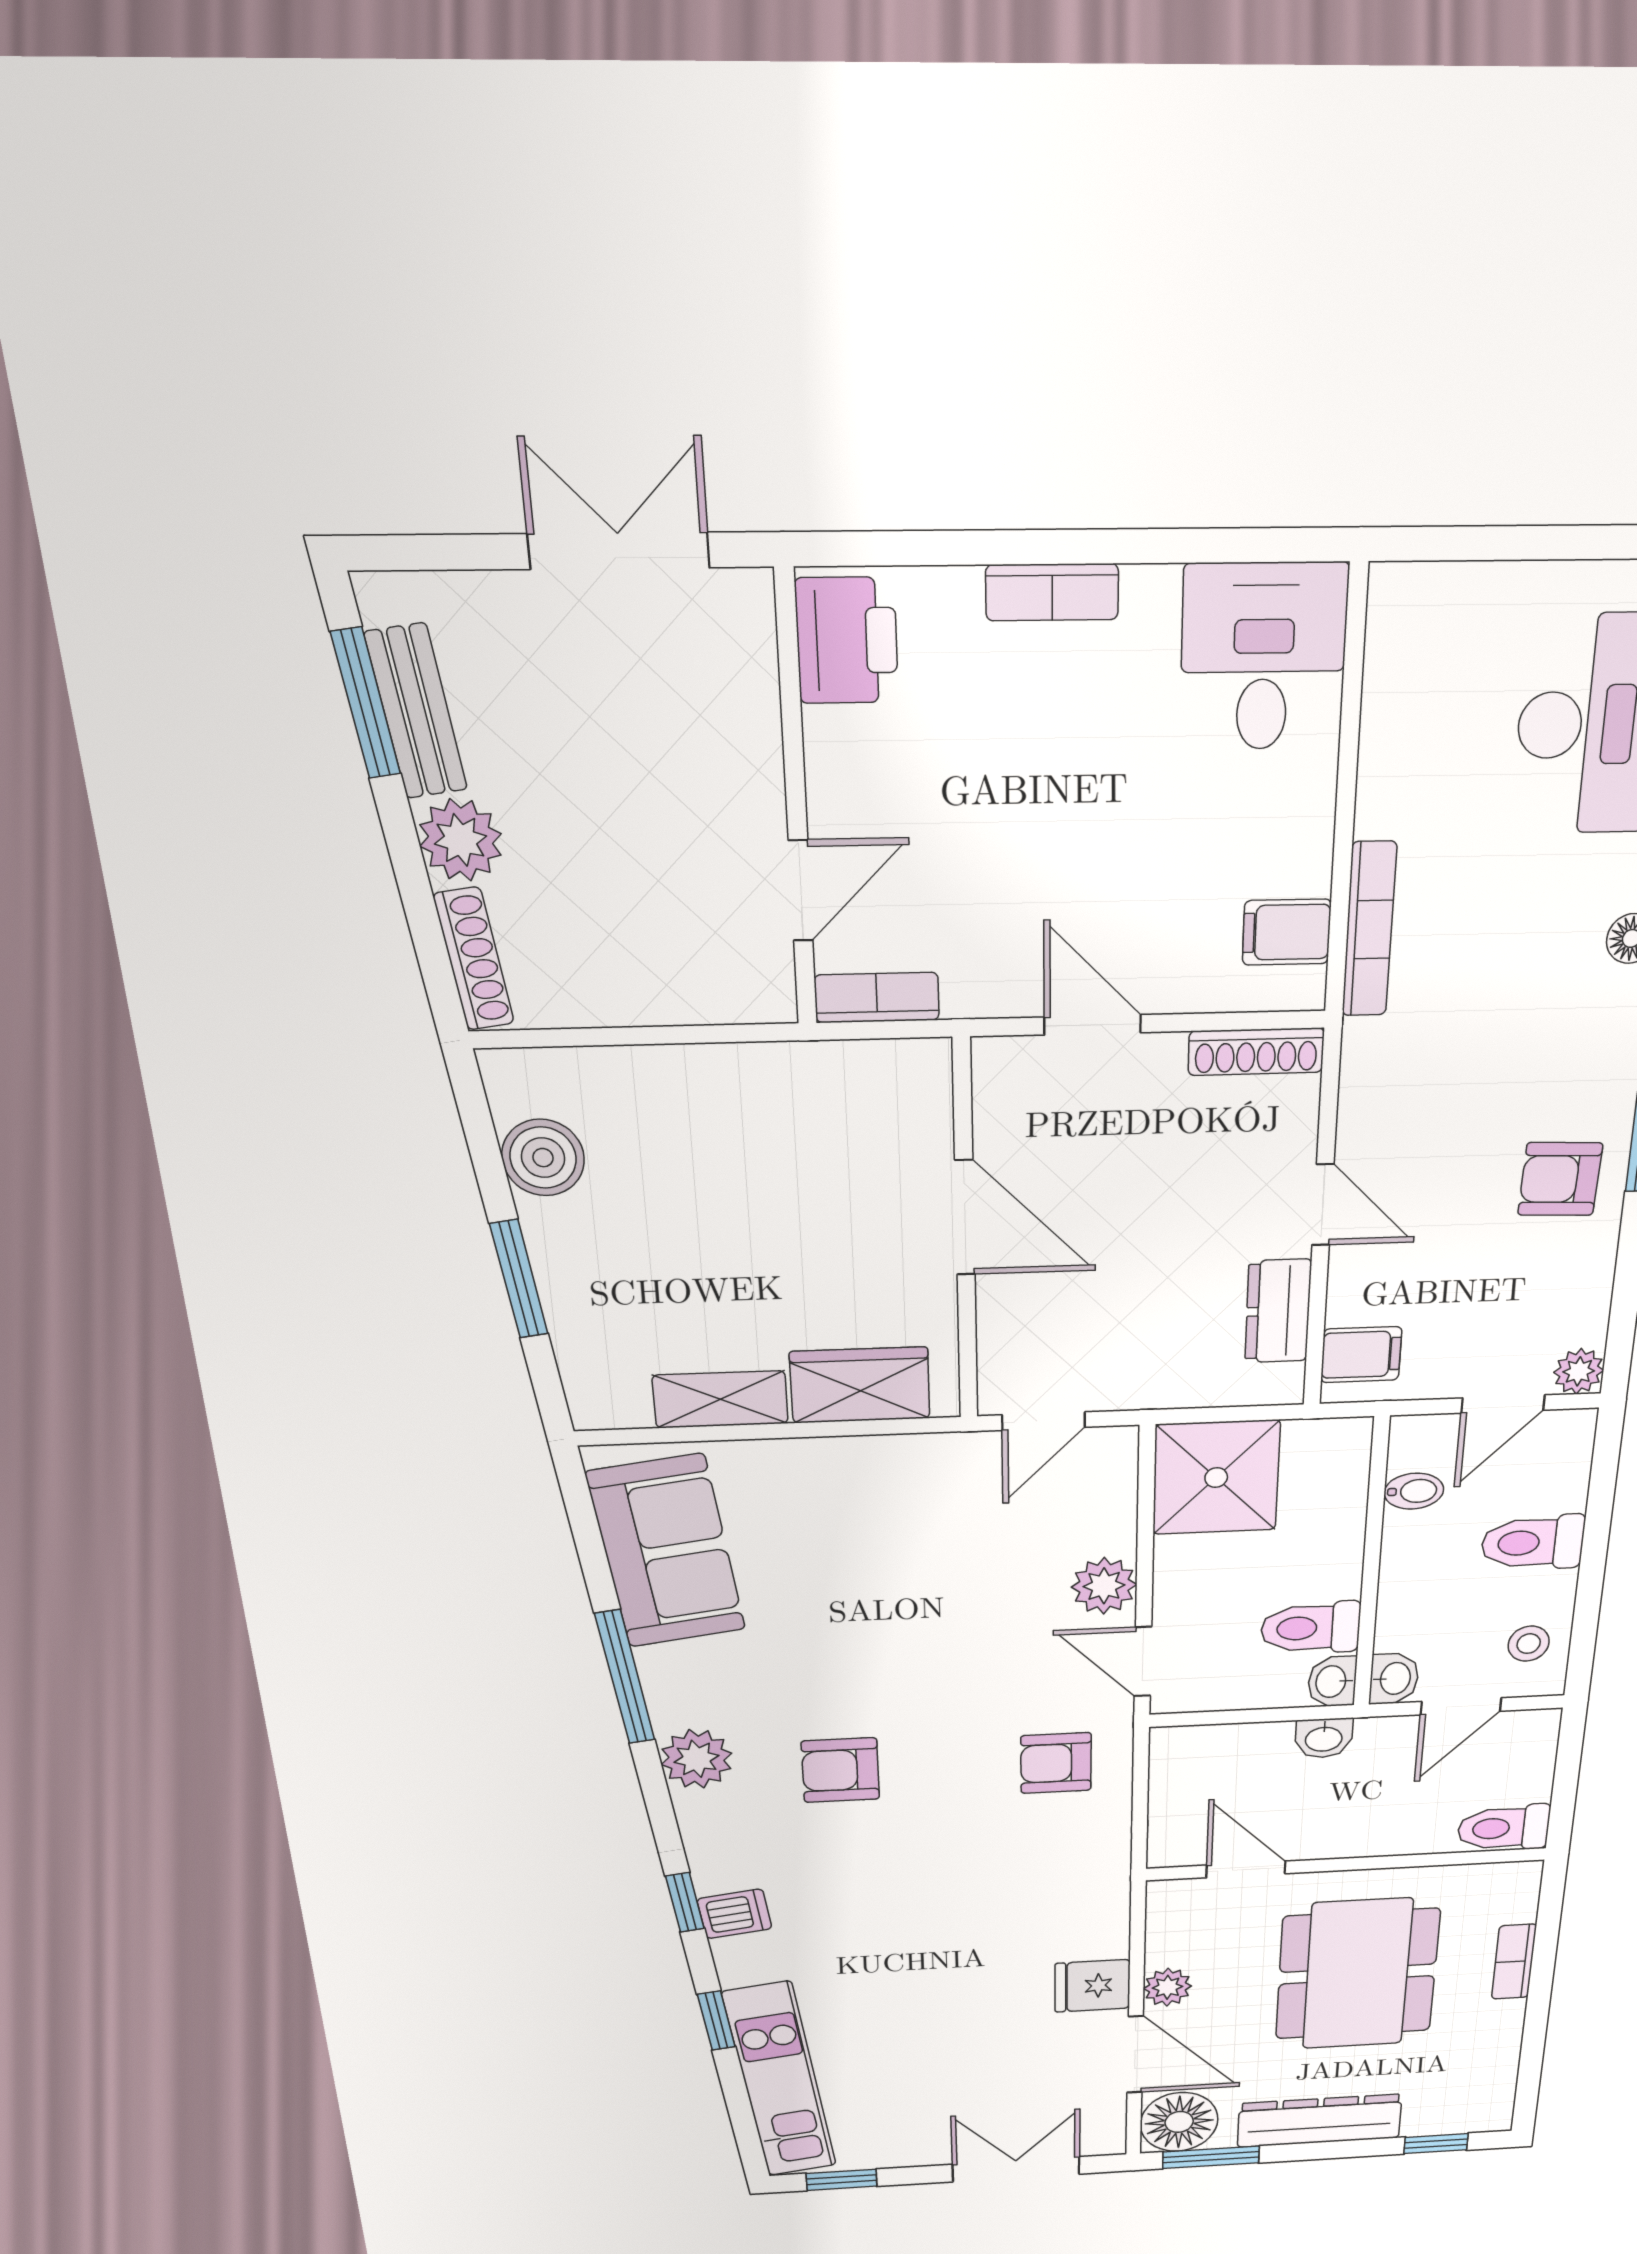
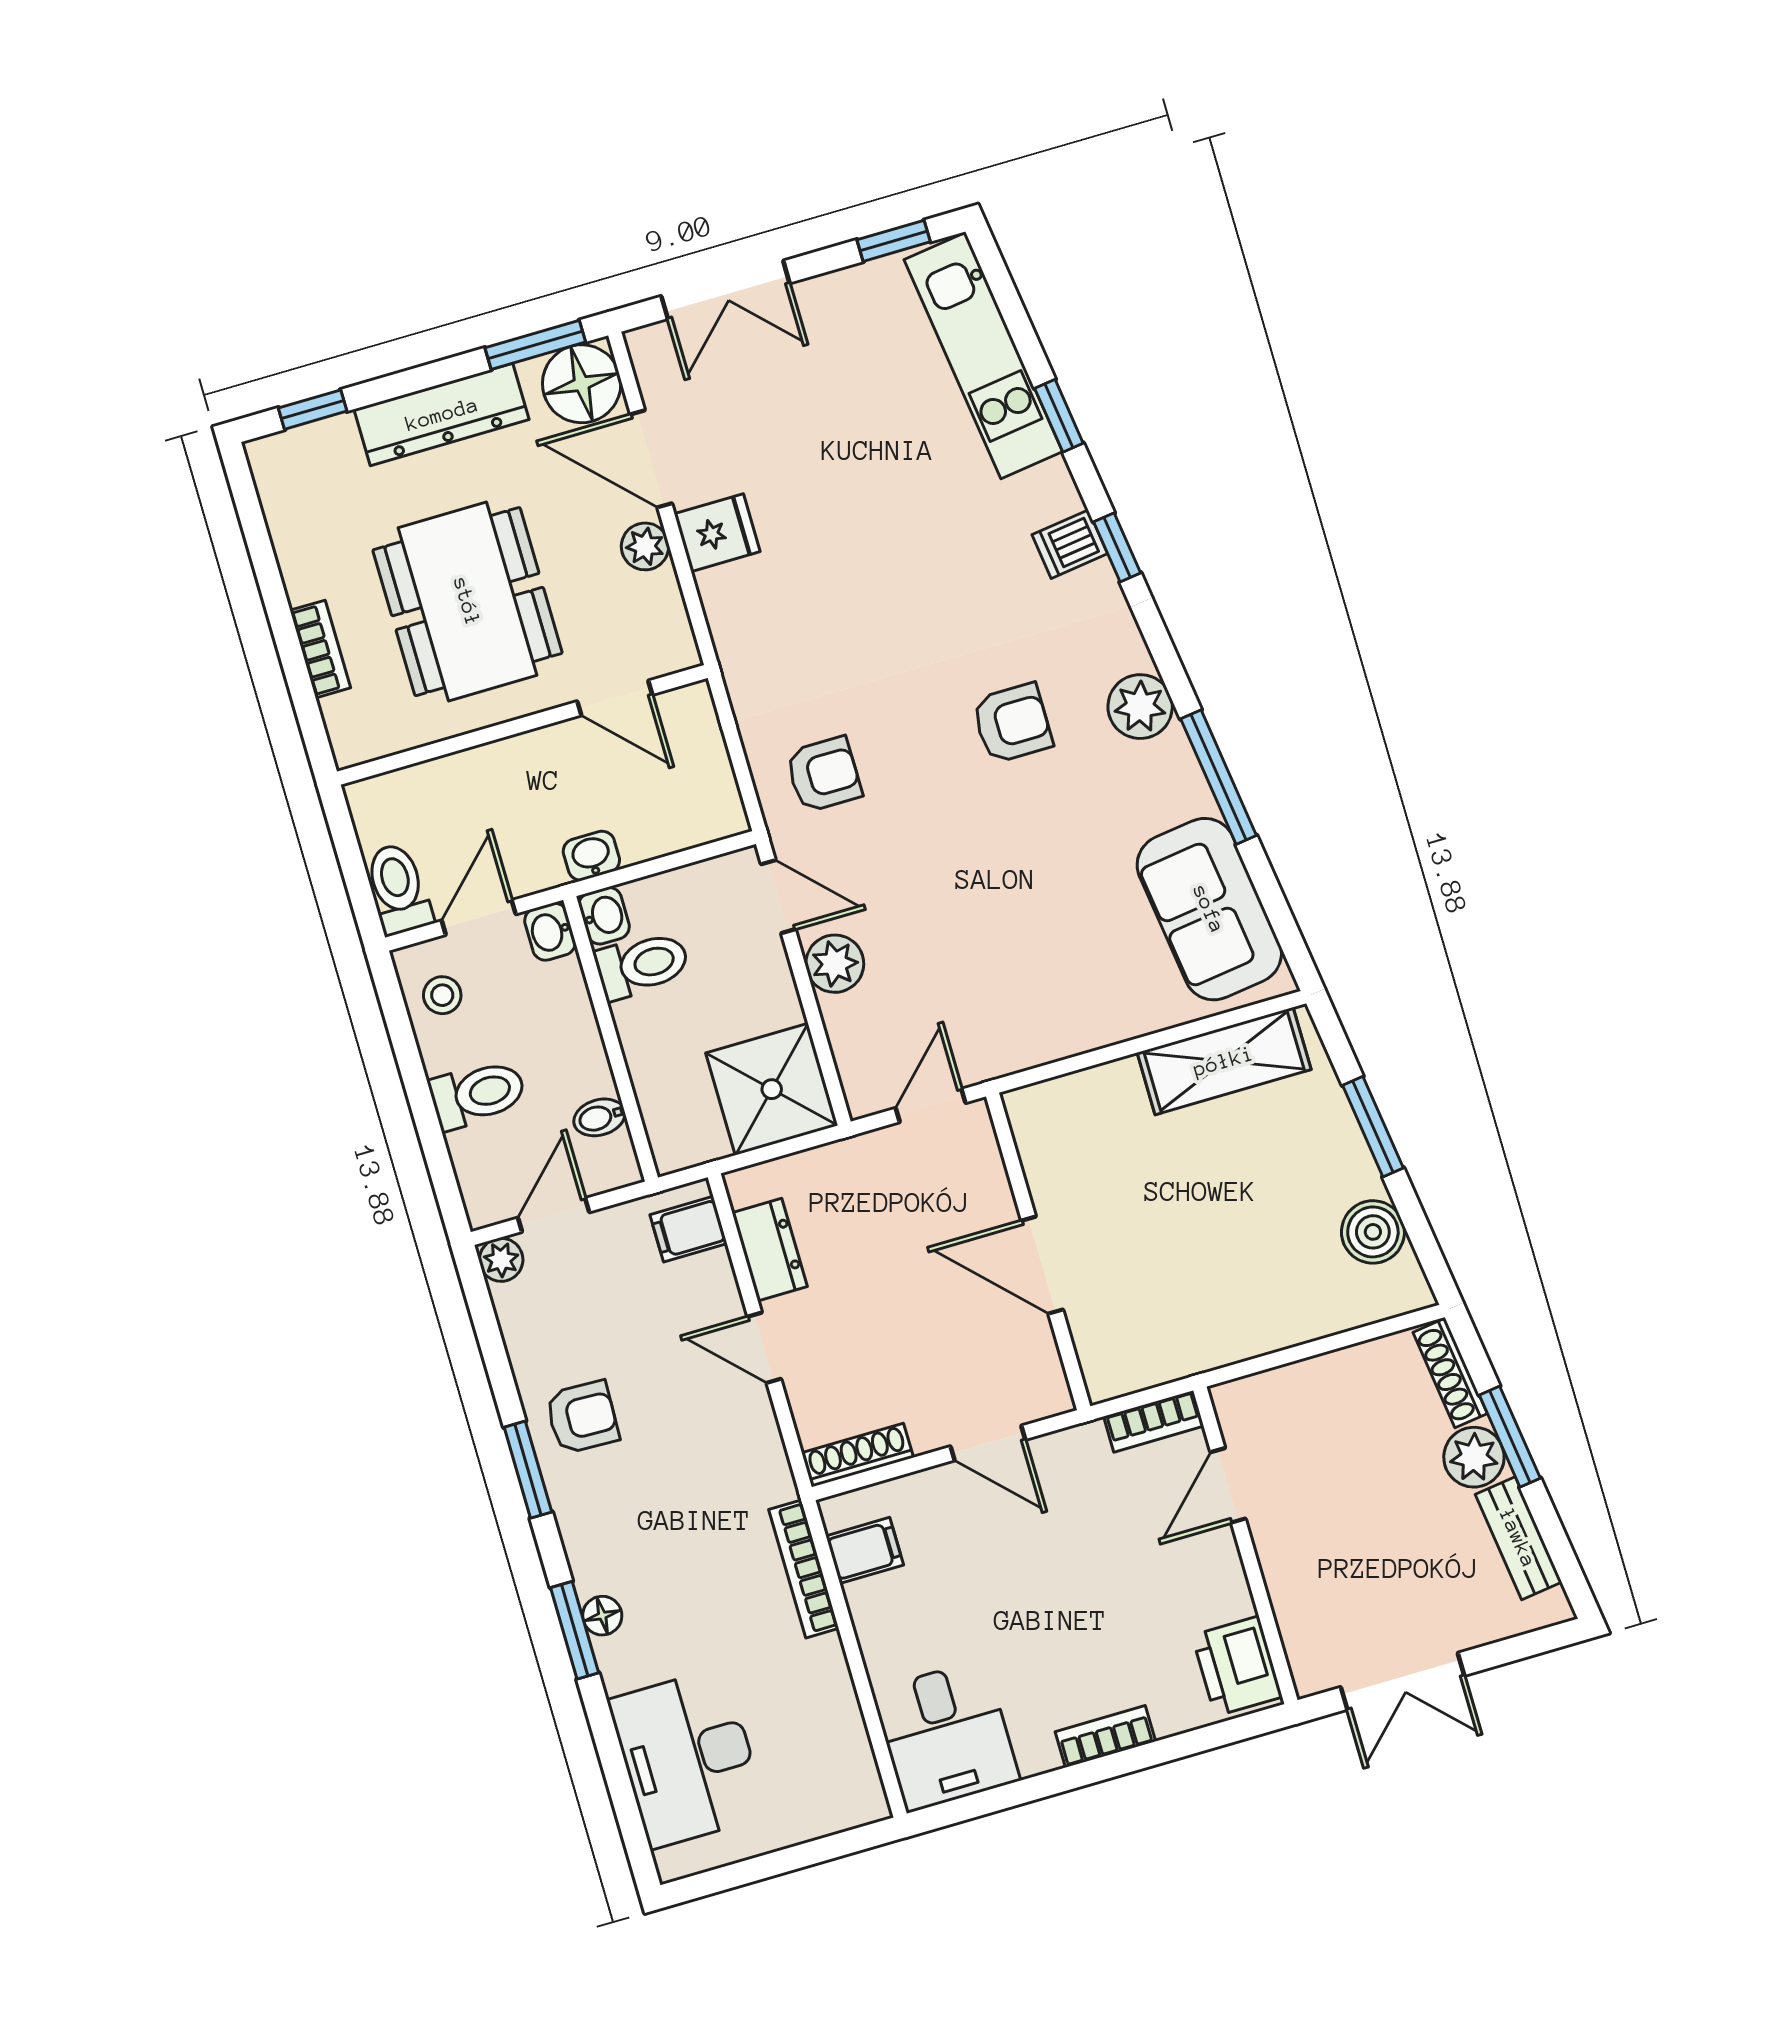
window: (366, 703) -> (1510, 1437), moved
wardrobe: (860, 1385) -> (1088, 1101), removed
shelving: (720, 1399) -> (1224, 1061), width x1.50, depth x1.33
toilet: (1504, 1828) -> (398, 889), moved, turned -90

